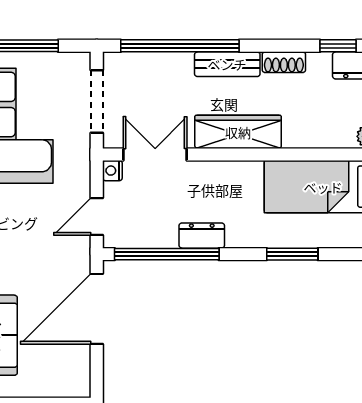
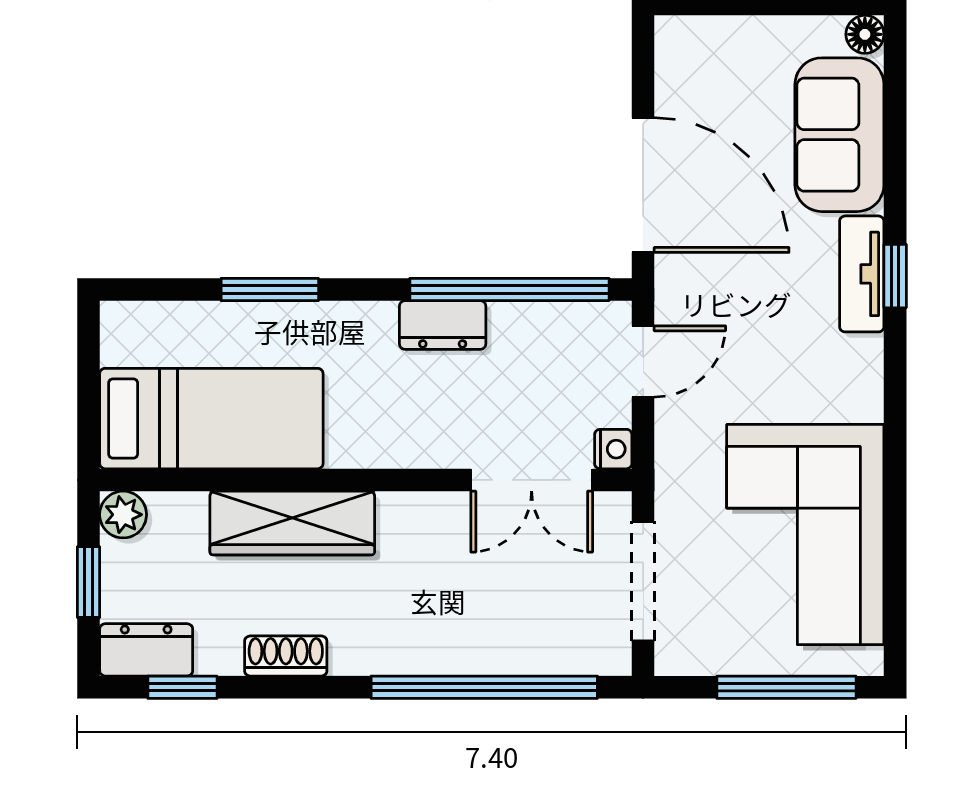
bench: (227, 64) -> (394, 652), removed
wardrobe: (238, 132) -> (292, 523), moved
door: (97, 309) -> (643, 185), hinge flipped

